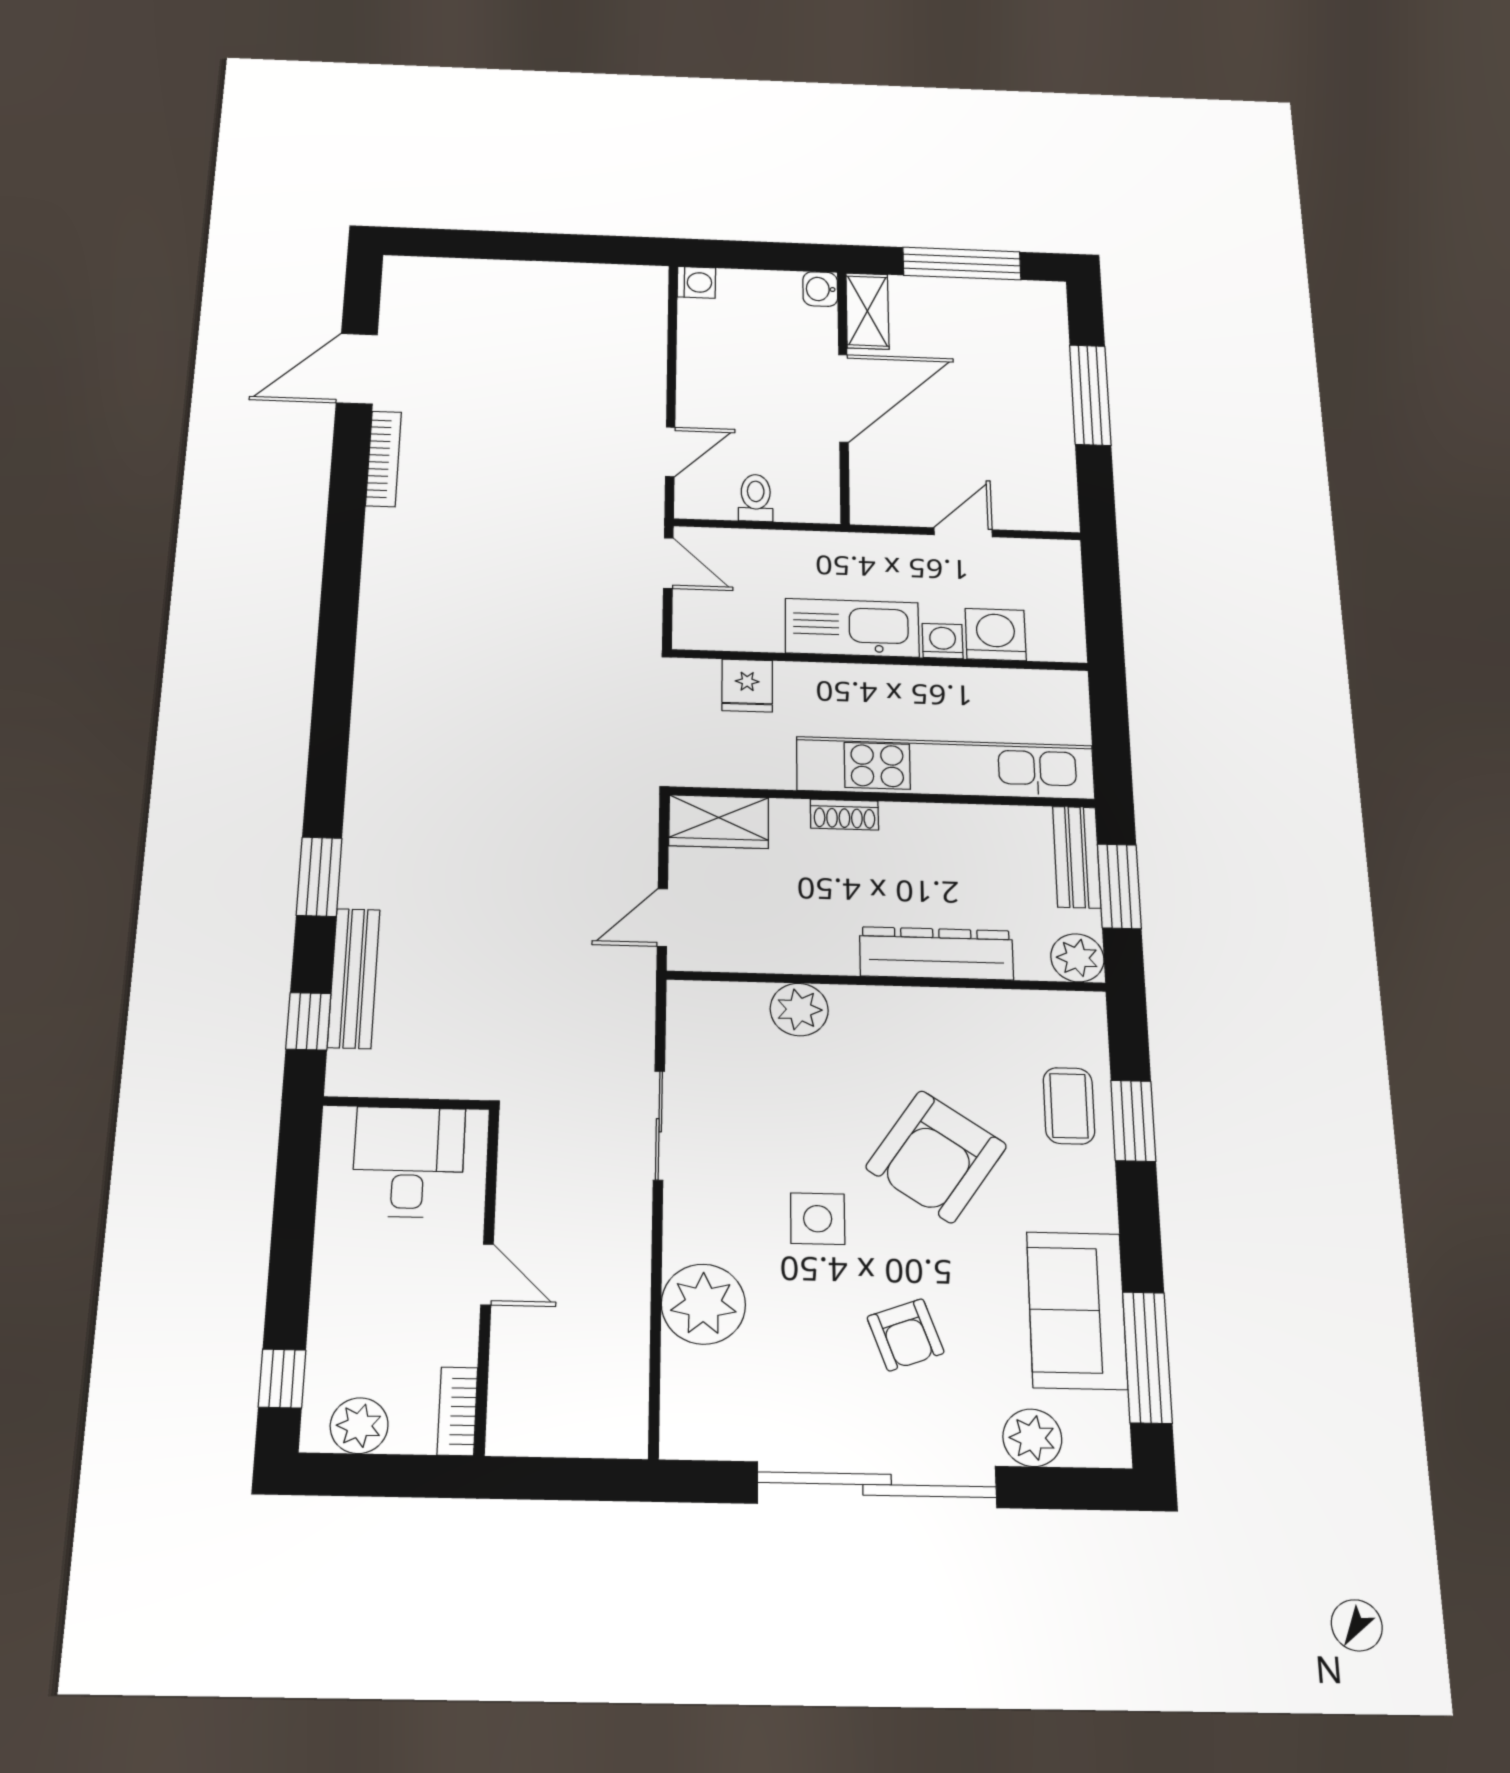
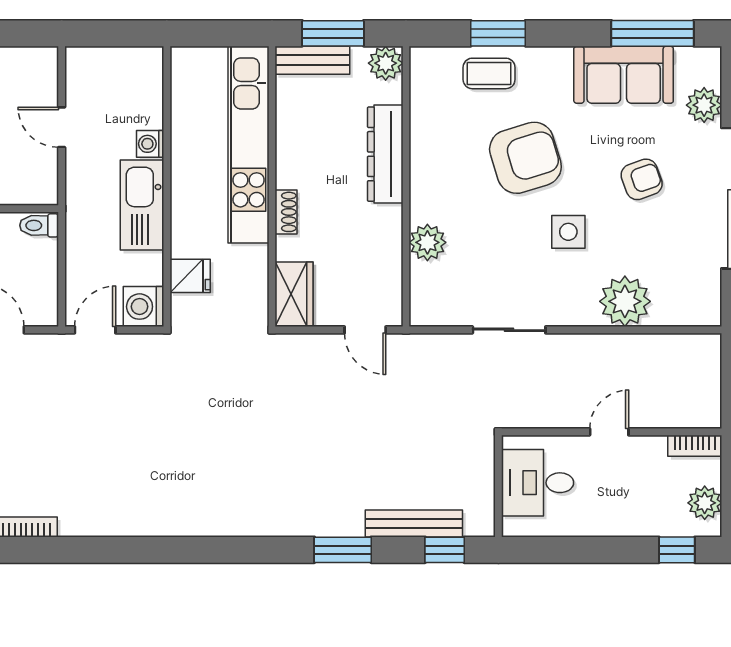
toilet: (756, 498) -> (39, 225), moved
washing machine: (996, 634) -> (144, 307), moved
armchair: (936, 1156) -> (525, 158), turned -51

